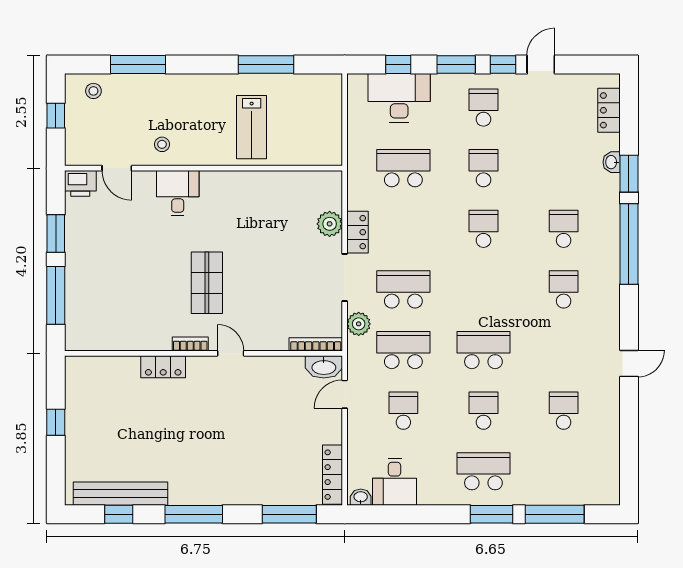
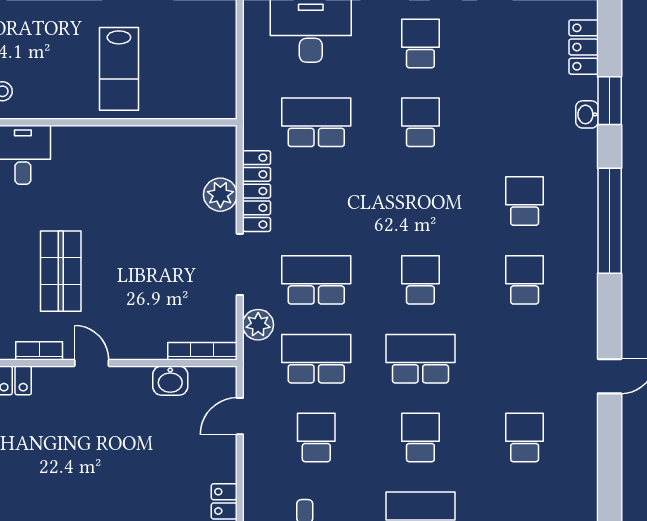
window: (629, 174) -> (610, 101), moved
school desk: (483, 229) -> (420, 280), moved
locker: (357, 232) -> (257, 191), width x1.53
washbasin: (324, 367) -> (170, 381), moved, width x0.72

